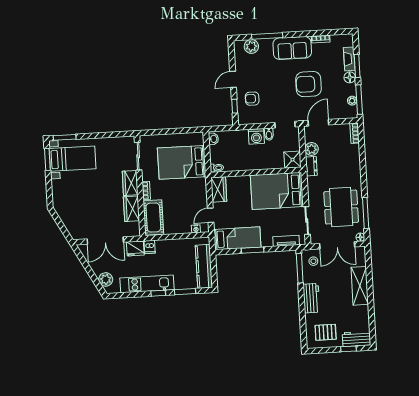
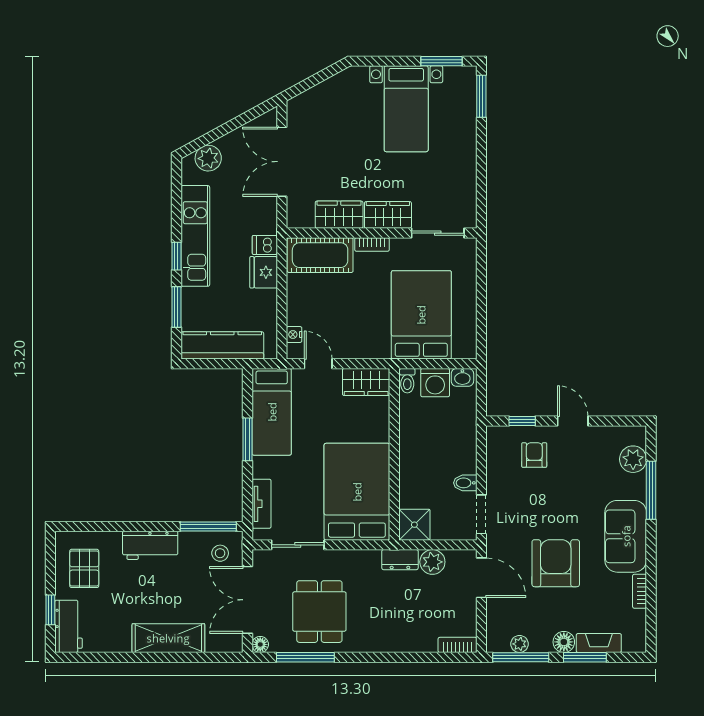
washing machine: (256, 136) -> (435, 383), moved, turned -90
bed with nightstands: (73, 159) -> (406, 109), moved
dining table: (341, 207) -> (319, 612), width x0.73
fridge: (135, 248) -> (264, 272), moved

